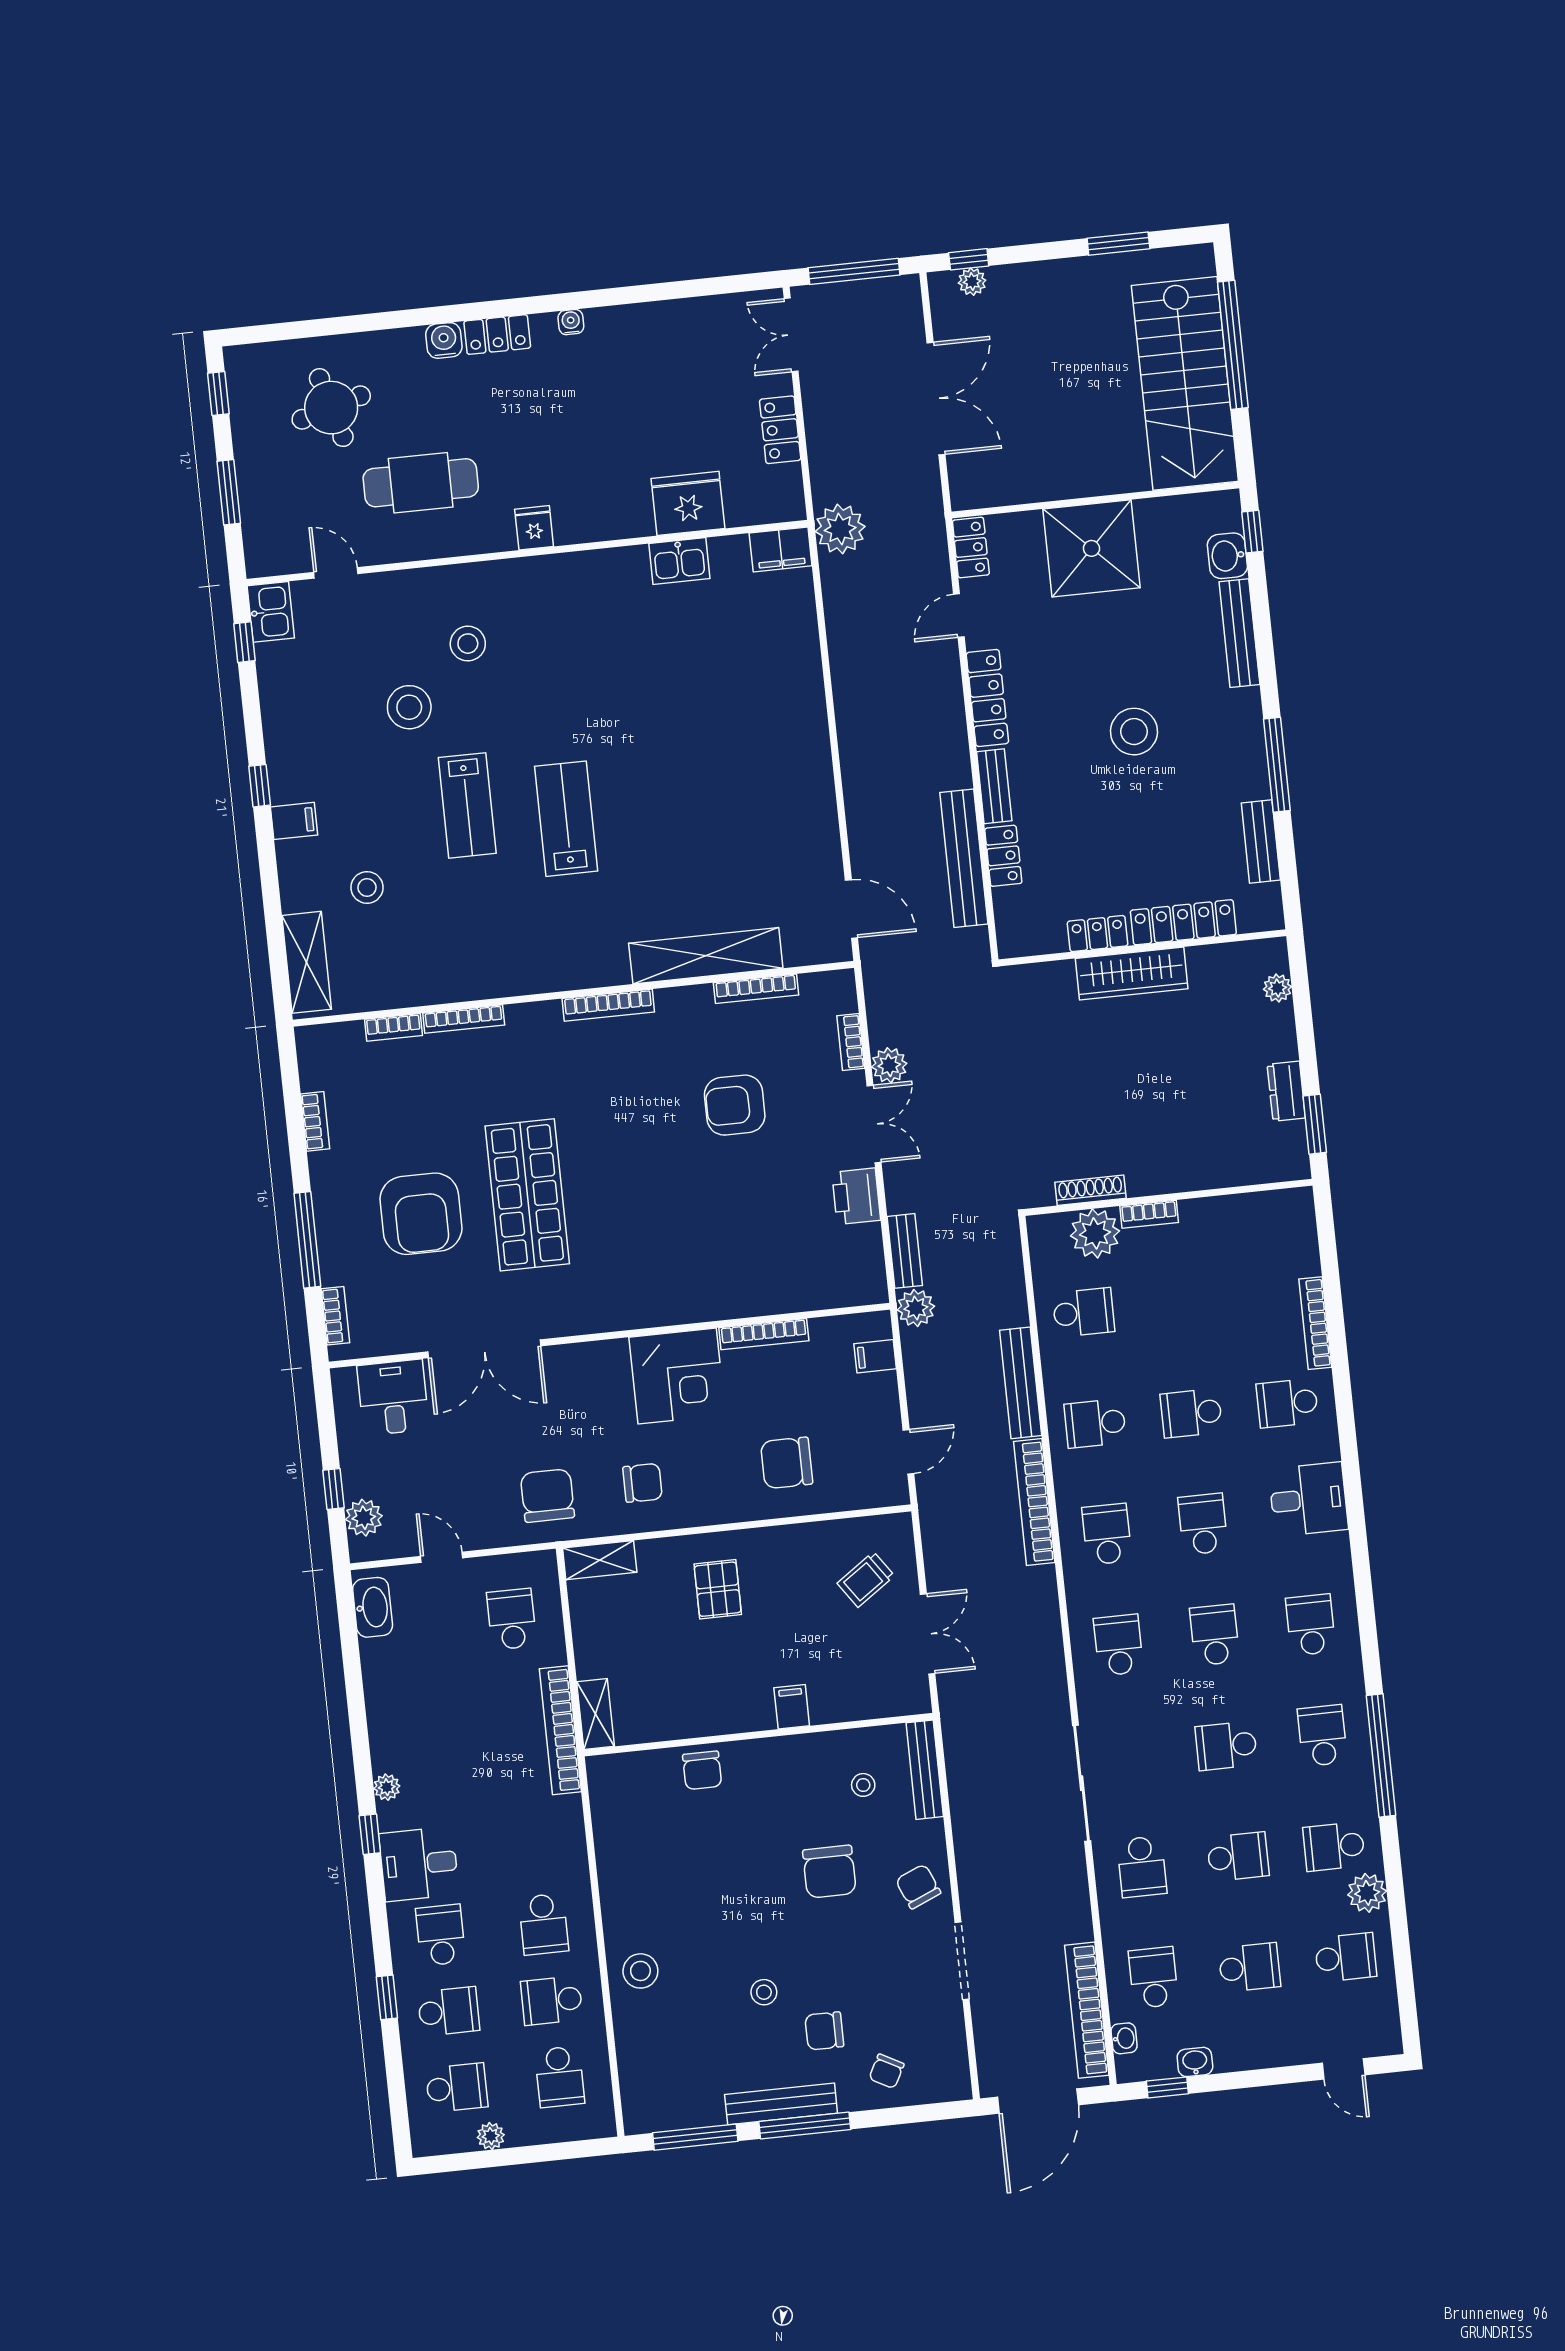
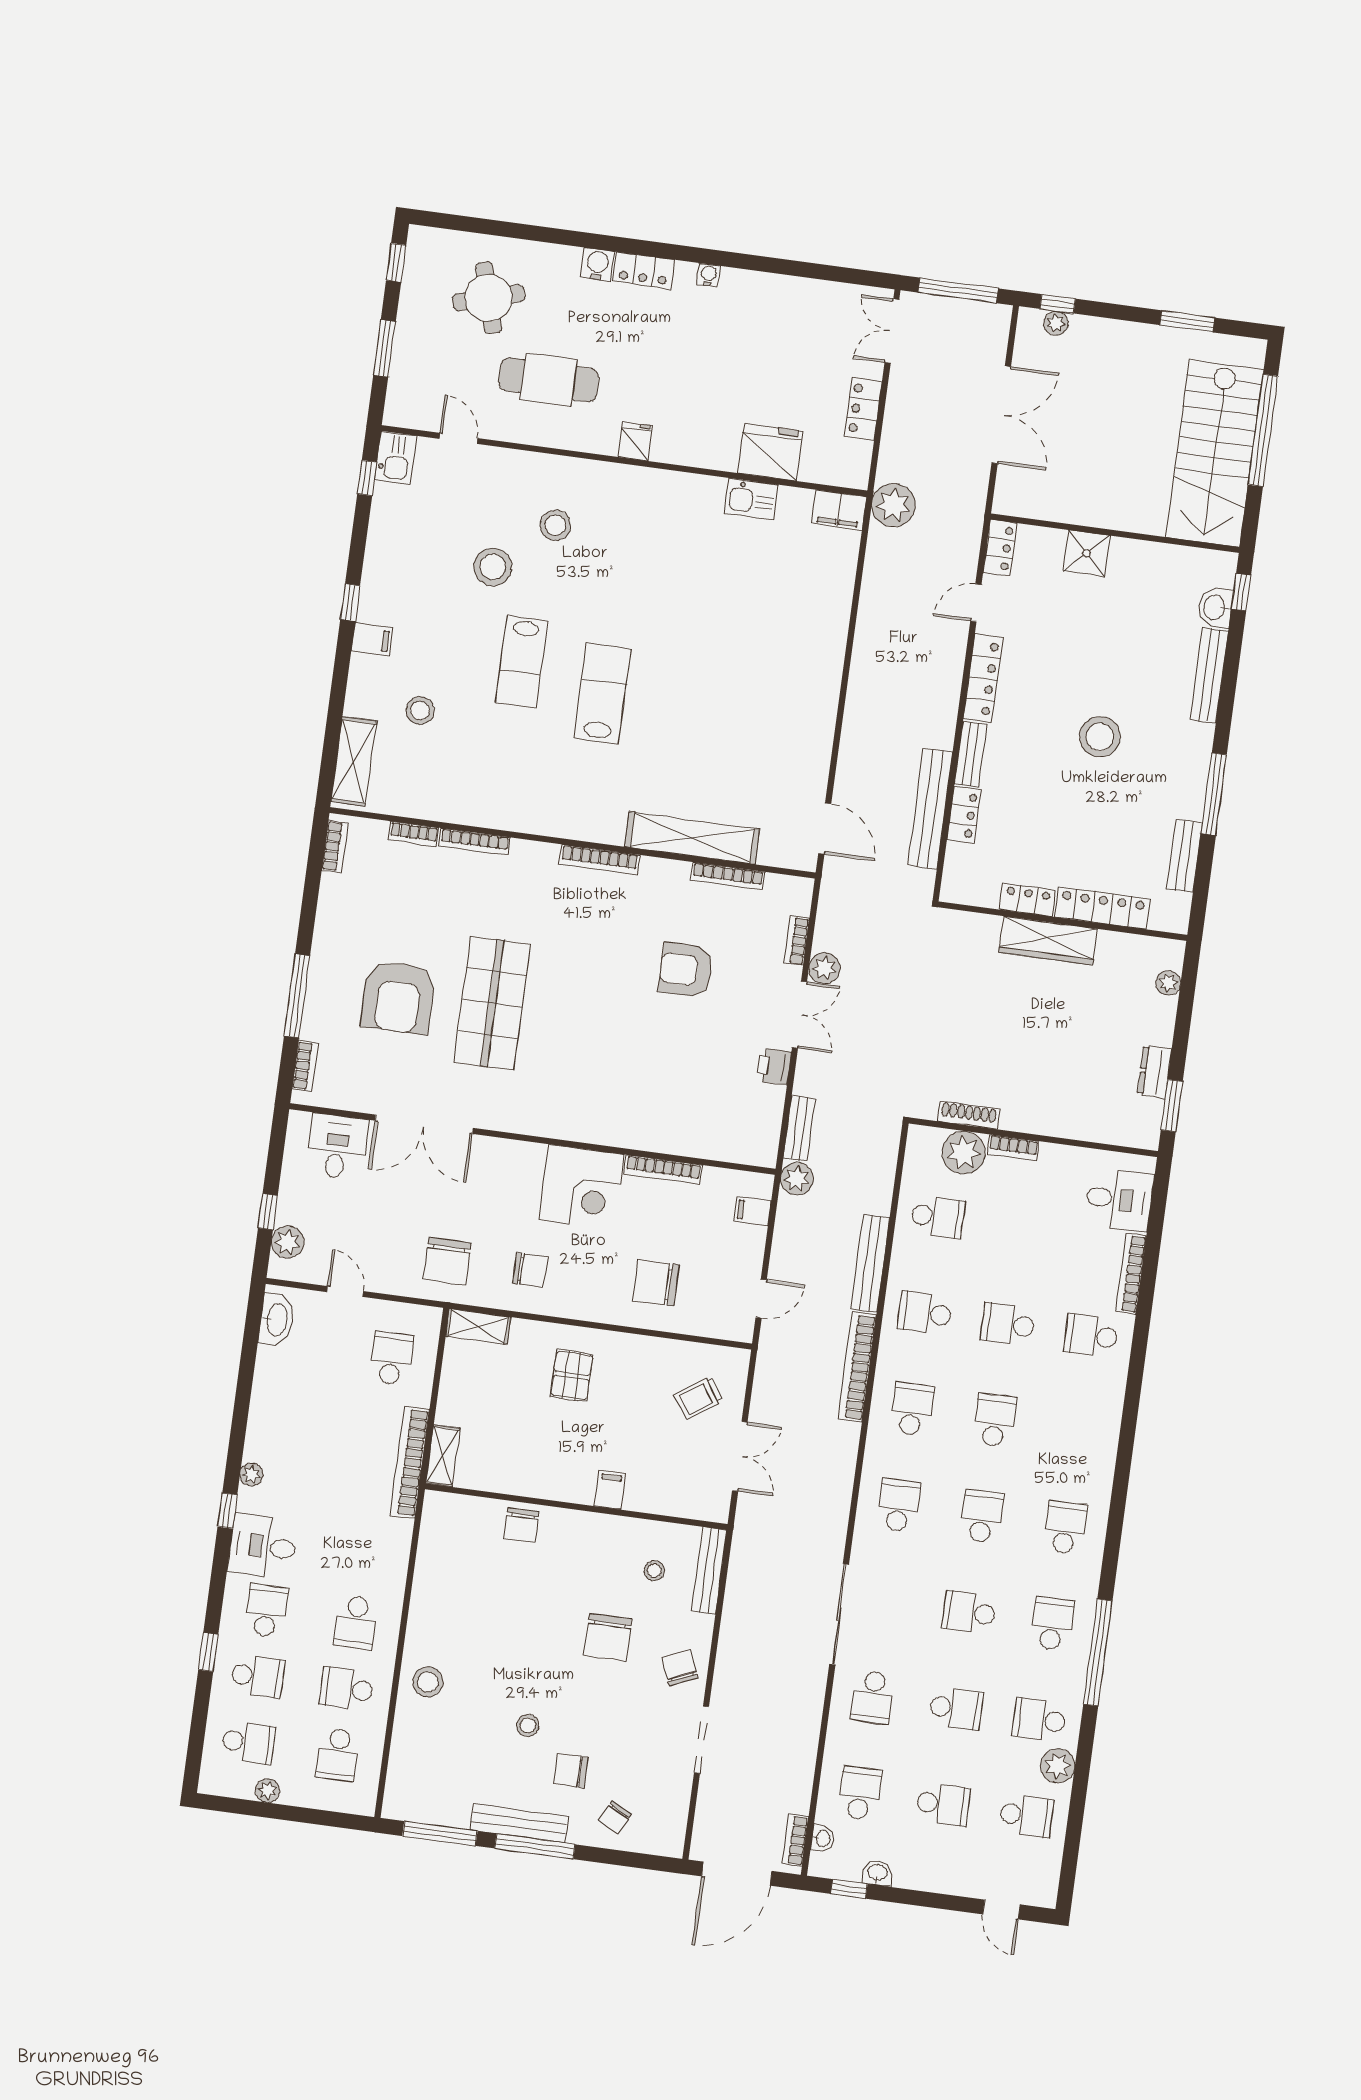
shower: (1092, 548) -> (1086, 553), width x0.54, depth x0.54
bookcase: (315, 1121) -> (335, 847), moved
printer: (856, 1196) -> (774, 1066), width x0.73, depth x0.81
chair: (547, 1496) -> (447, 1261), turned 180
desk: (1308, 1499) -> (1119, 1200), moved
bookcase: (1087, 2010) -> (795, 1840), width x0.43, depth x0.76

